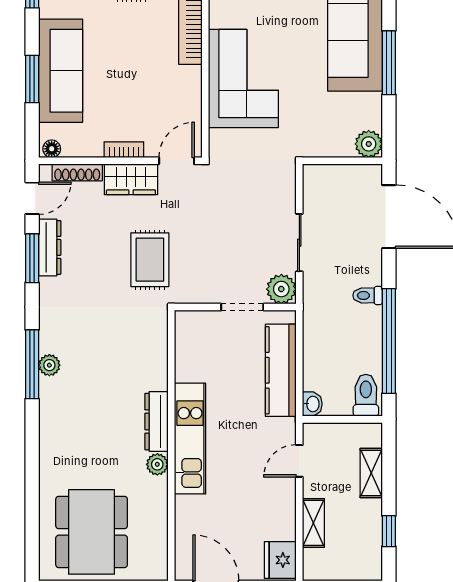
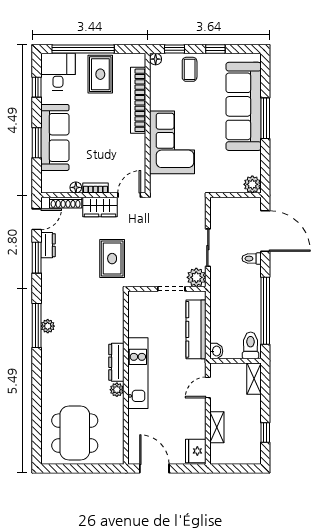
window: (389, 63) -> (265, 118), moved
floor lamp: (52, 149) -> (76, 187), moved
dresser: (50, 247) -> (48, 245), width x0.70
toilet: (368, 295) -> (252, 259), moved
shelving: (371, 473) -> (254, 379), moved

